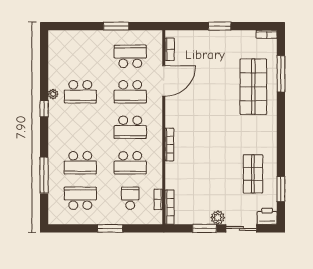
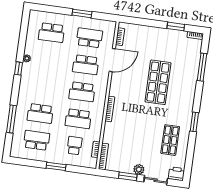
window: (220, 26) -> (176, 26), moved
shop shelf: (253, 87) -> (158, 82), moved
school desk: (80, 92) -> (51, 33), moved
window: (281, 189) -> (194, 122), moved

